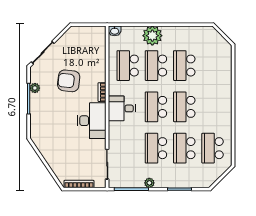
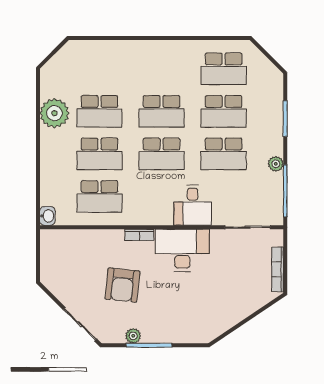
plant: (152, 36) -> (54, 113), moved
desk: (122, 108) -> (193, 205), moved

